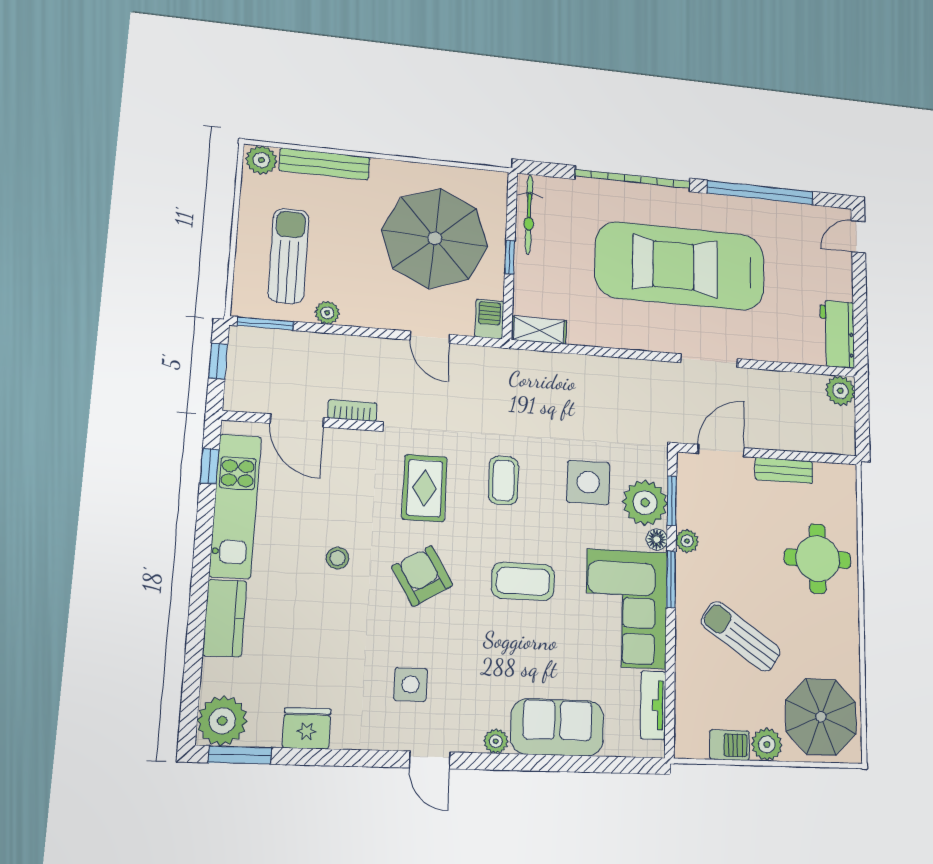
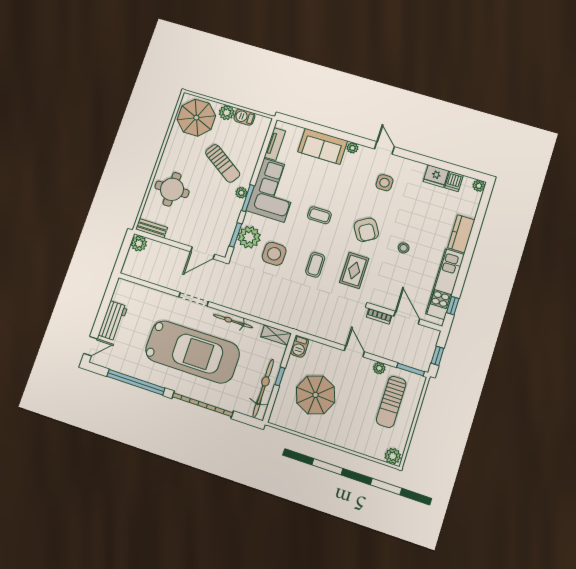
bench: (325, 164) -> (361, 447), removed
bicycle: (529, 214) -> (263, 388), width x1.37, depth x1.40
parasol: (435, 238) -> (315, 395), width x0.73, depth x0.73
workbench: (837, 334) -> (113, 321), moved
door: (430, 337) -> (354, 351), moved
bicycle: (626, 337) -> (233, 321), added
plant: (840, 391) -> (139, 243), moved
bench: (784, 471) -> (152, 228), moved
floor lamp: (657, 539) -> (249, 218), removed
plant: (687, 541) -> (241, 193), moved
coffee table: (523, 581) -> (319, 215), width x0.73, depth x0.77
plant: (222, 721) -> (479, 186), width x0.53, depth x0.53
dishwasher: (265, 727) -> (454, 181), added
window: (240, 755) -> (468, 173), removed

